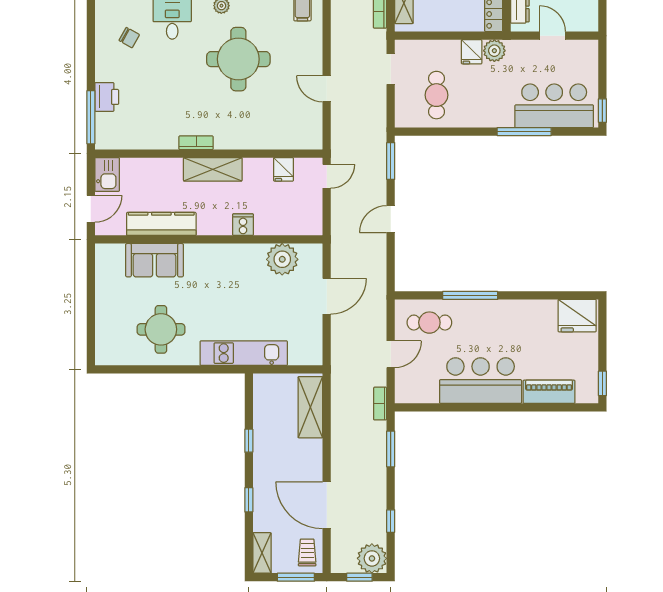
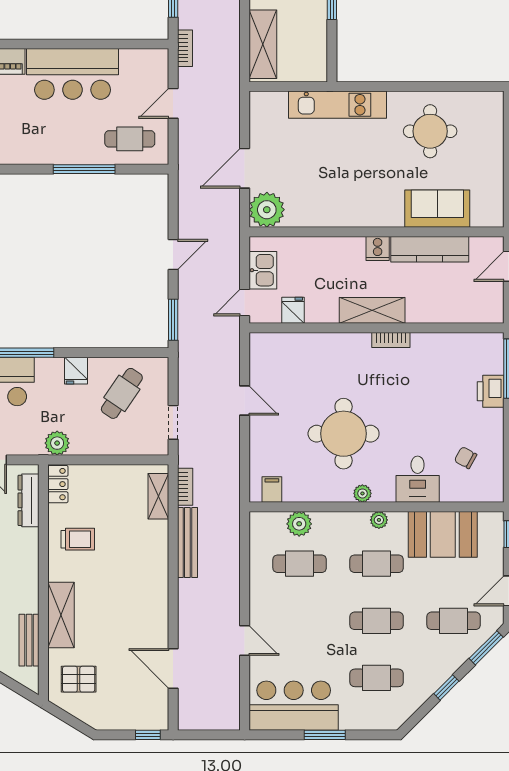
fridge: (472, 52) -> (76, 371), moved, turned 180
cafe table: (436, 95) -> (122, 393), turned 34
kitchen sink: (107, 174) -> (263, 270), moved, turned 180
cooker: (243, 225) -> (378, 248), moved
plant: (282, 259) -> (267, 210), moved

